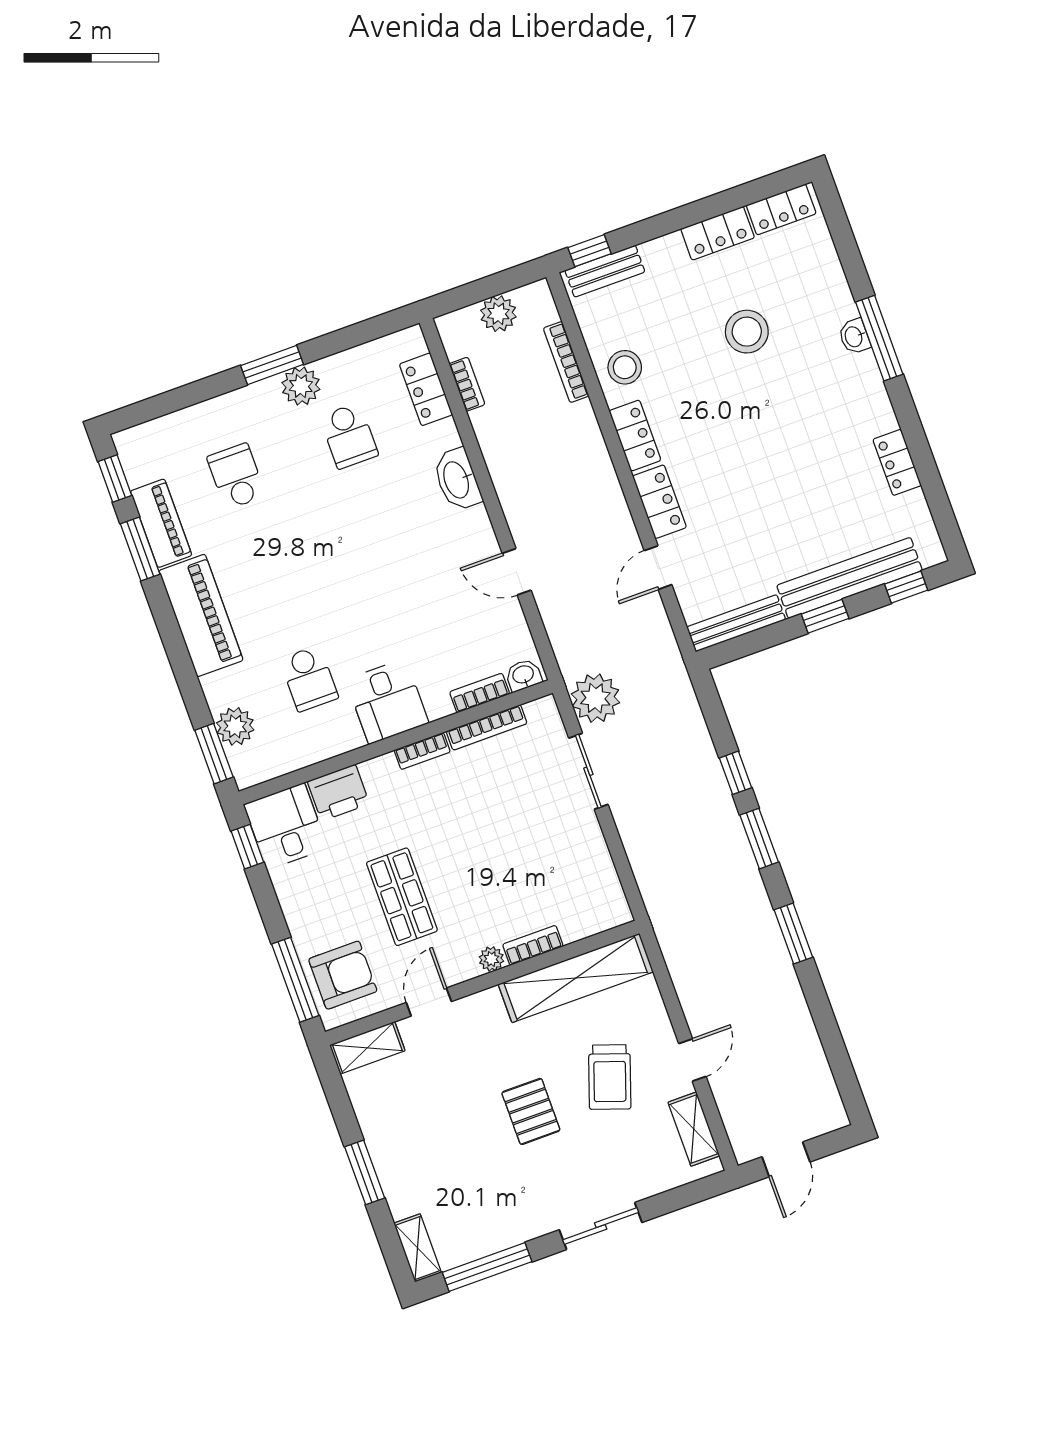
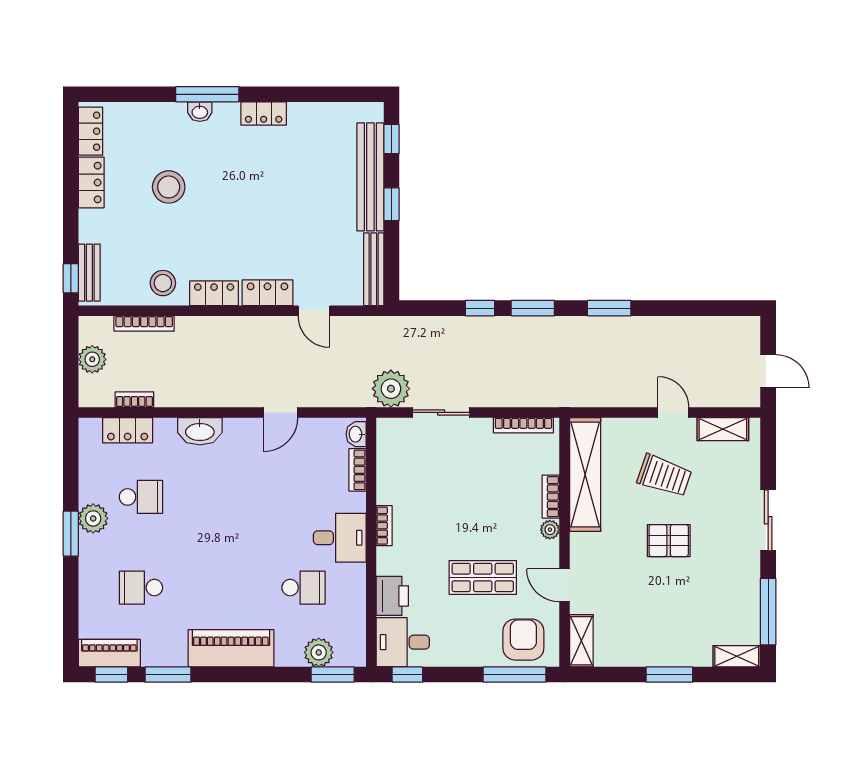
locker: (897, 462) -> (264, 113), moved
piano: (161, 523) -> (109, 653), moved
bookcase: (487, 727) -> (523, 425), moved, turned 90

